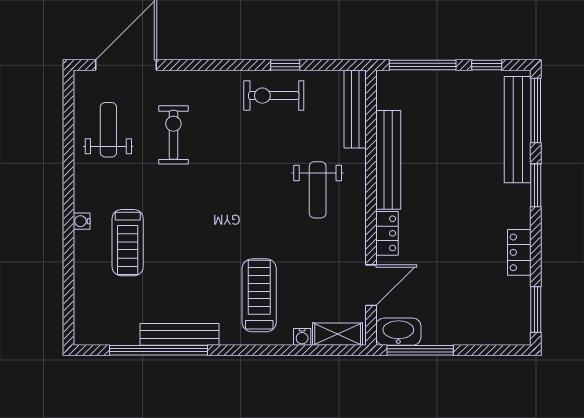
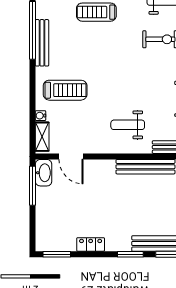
locker: (387, 233) -> (102, 166), removed

